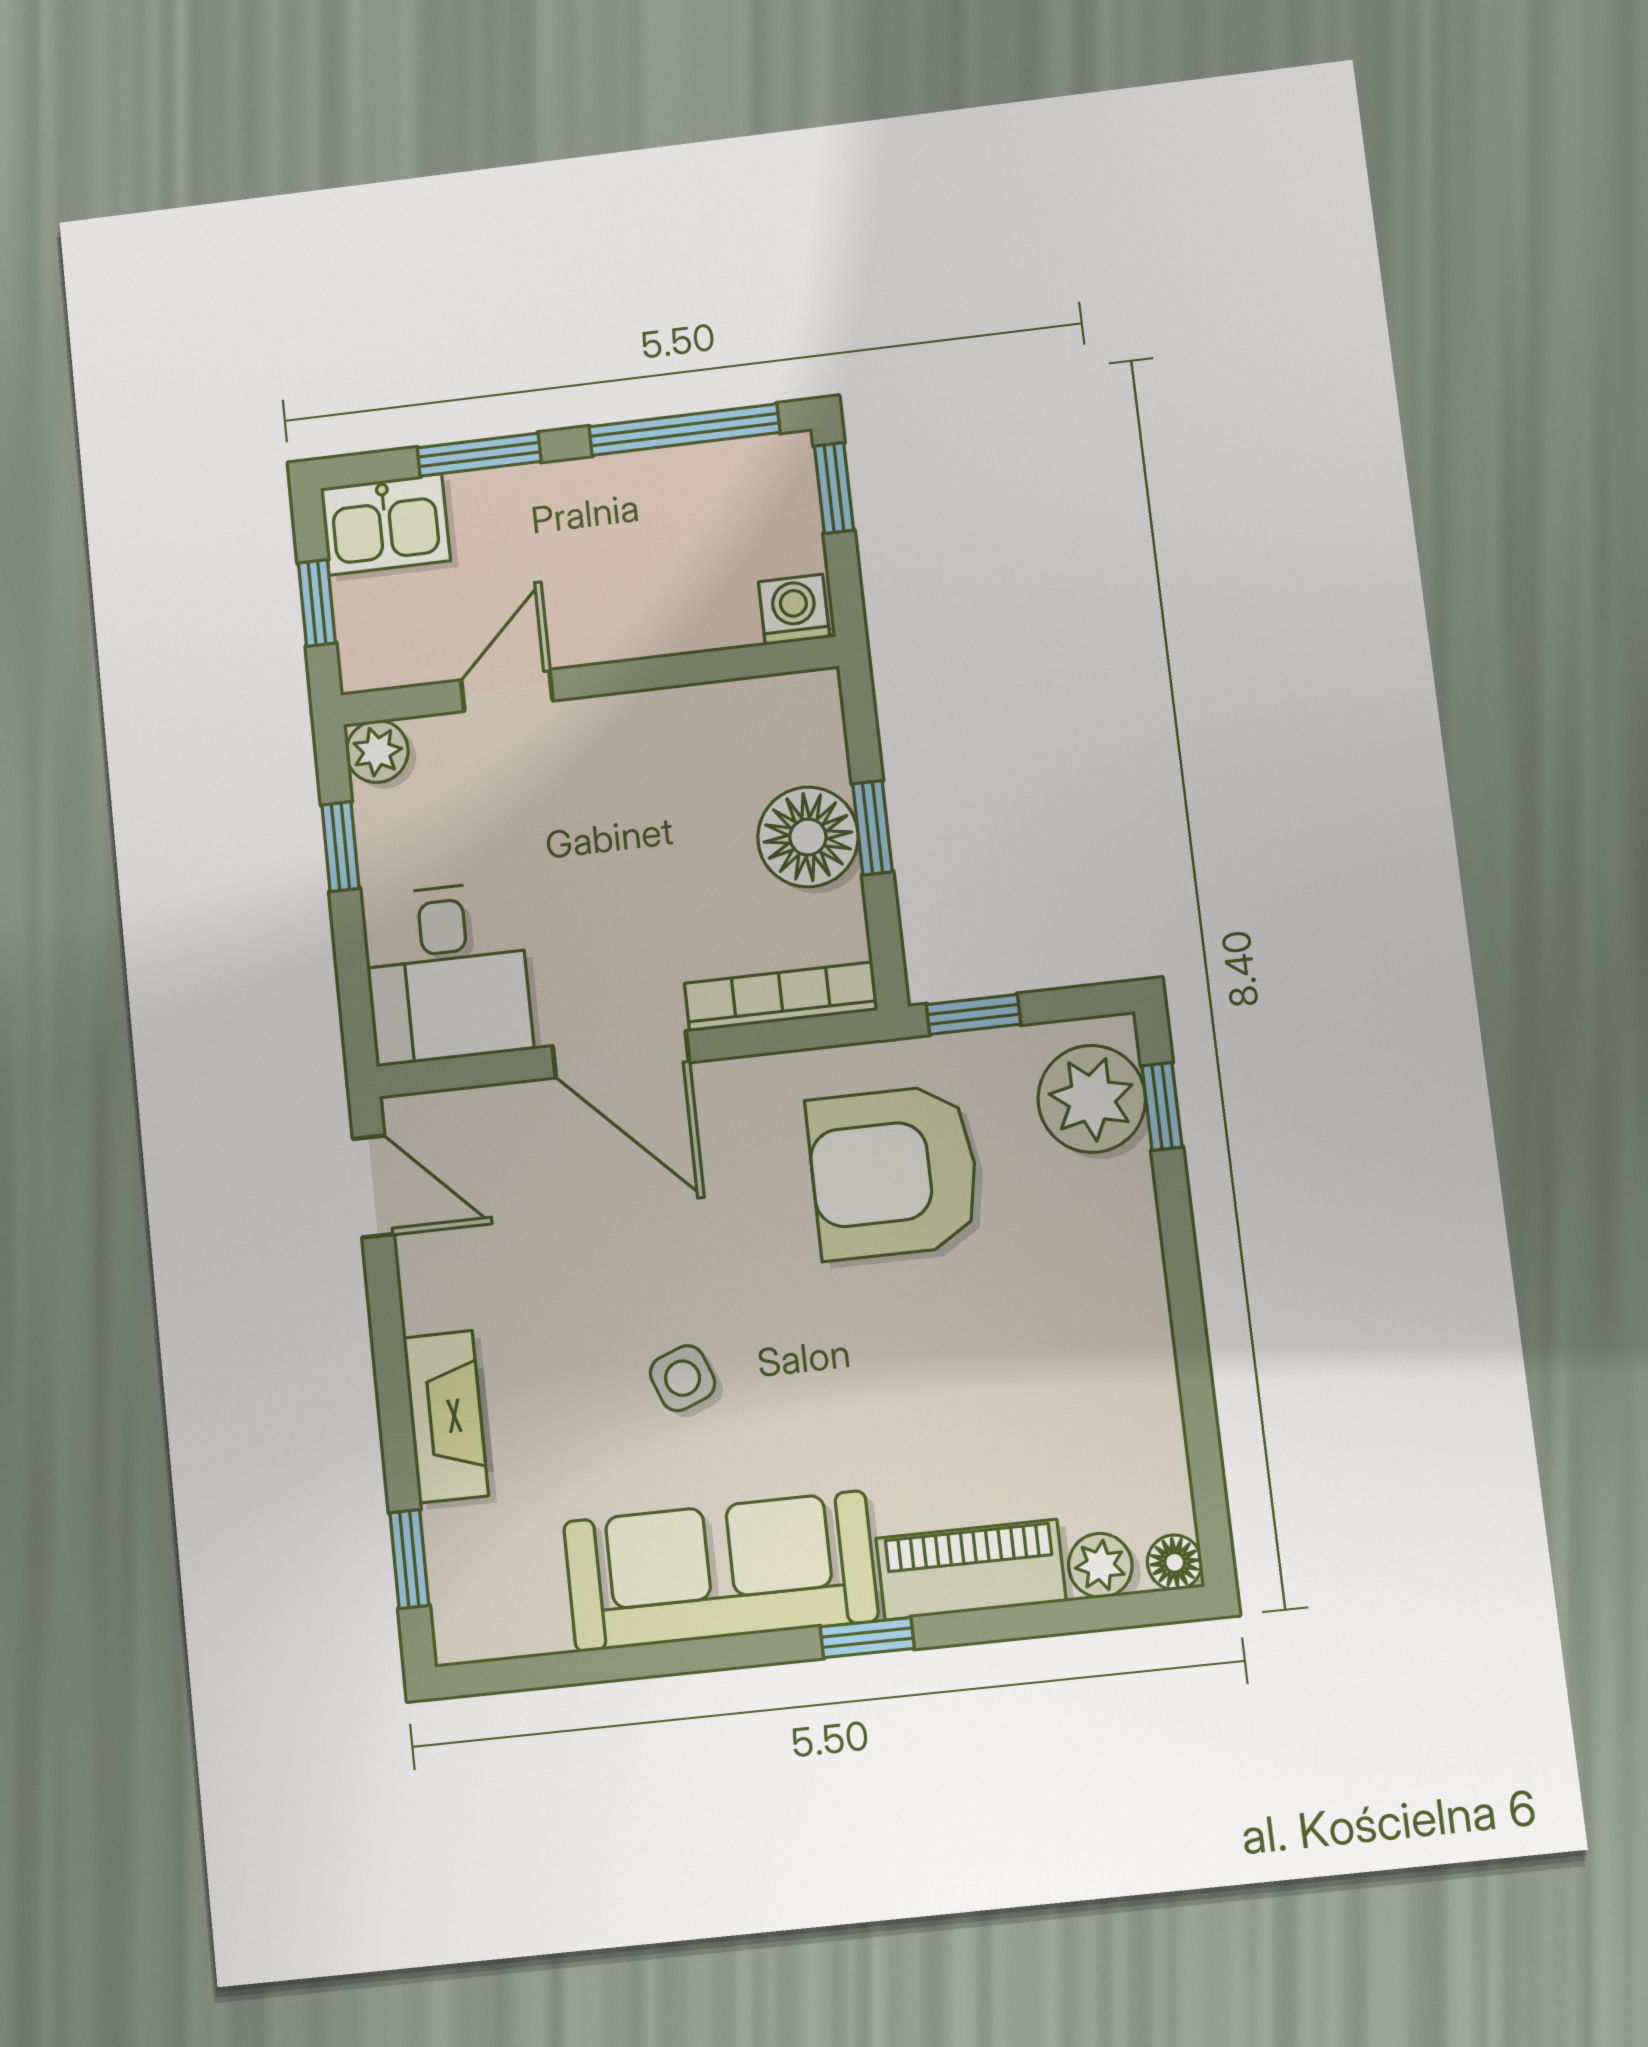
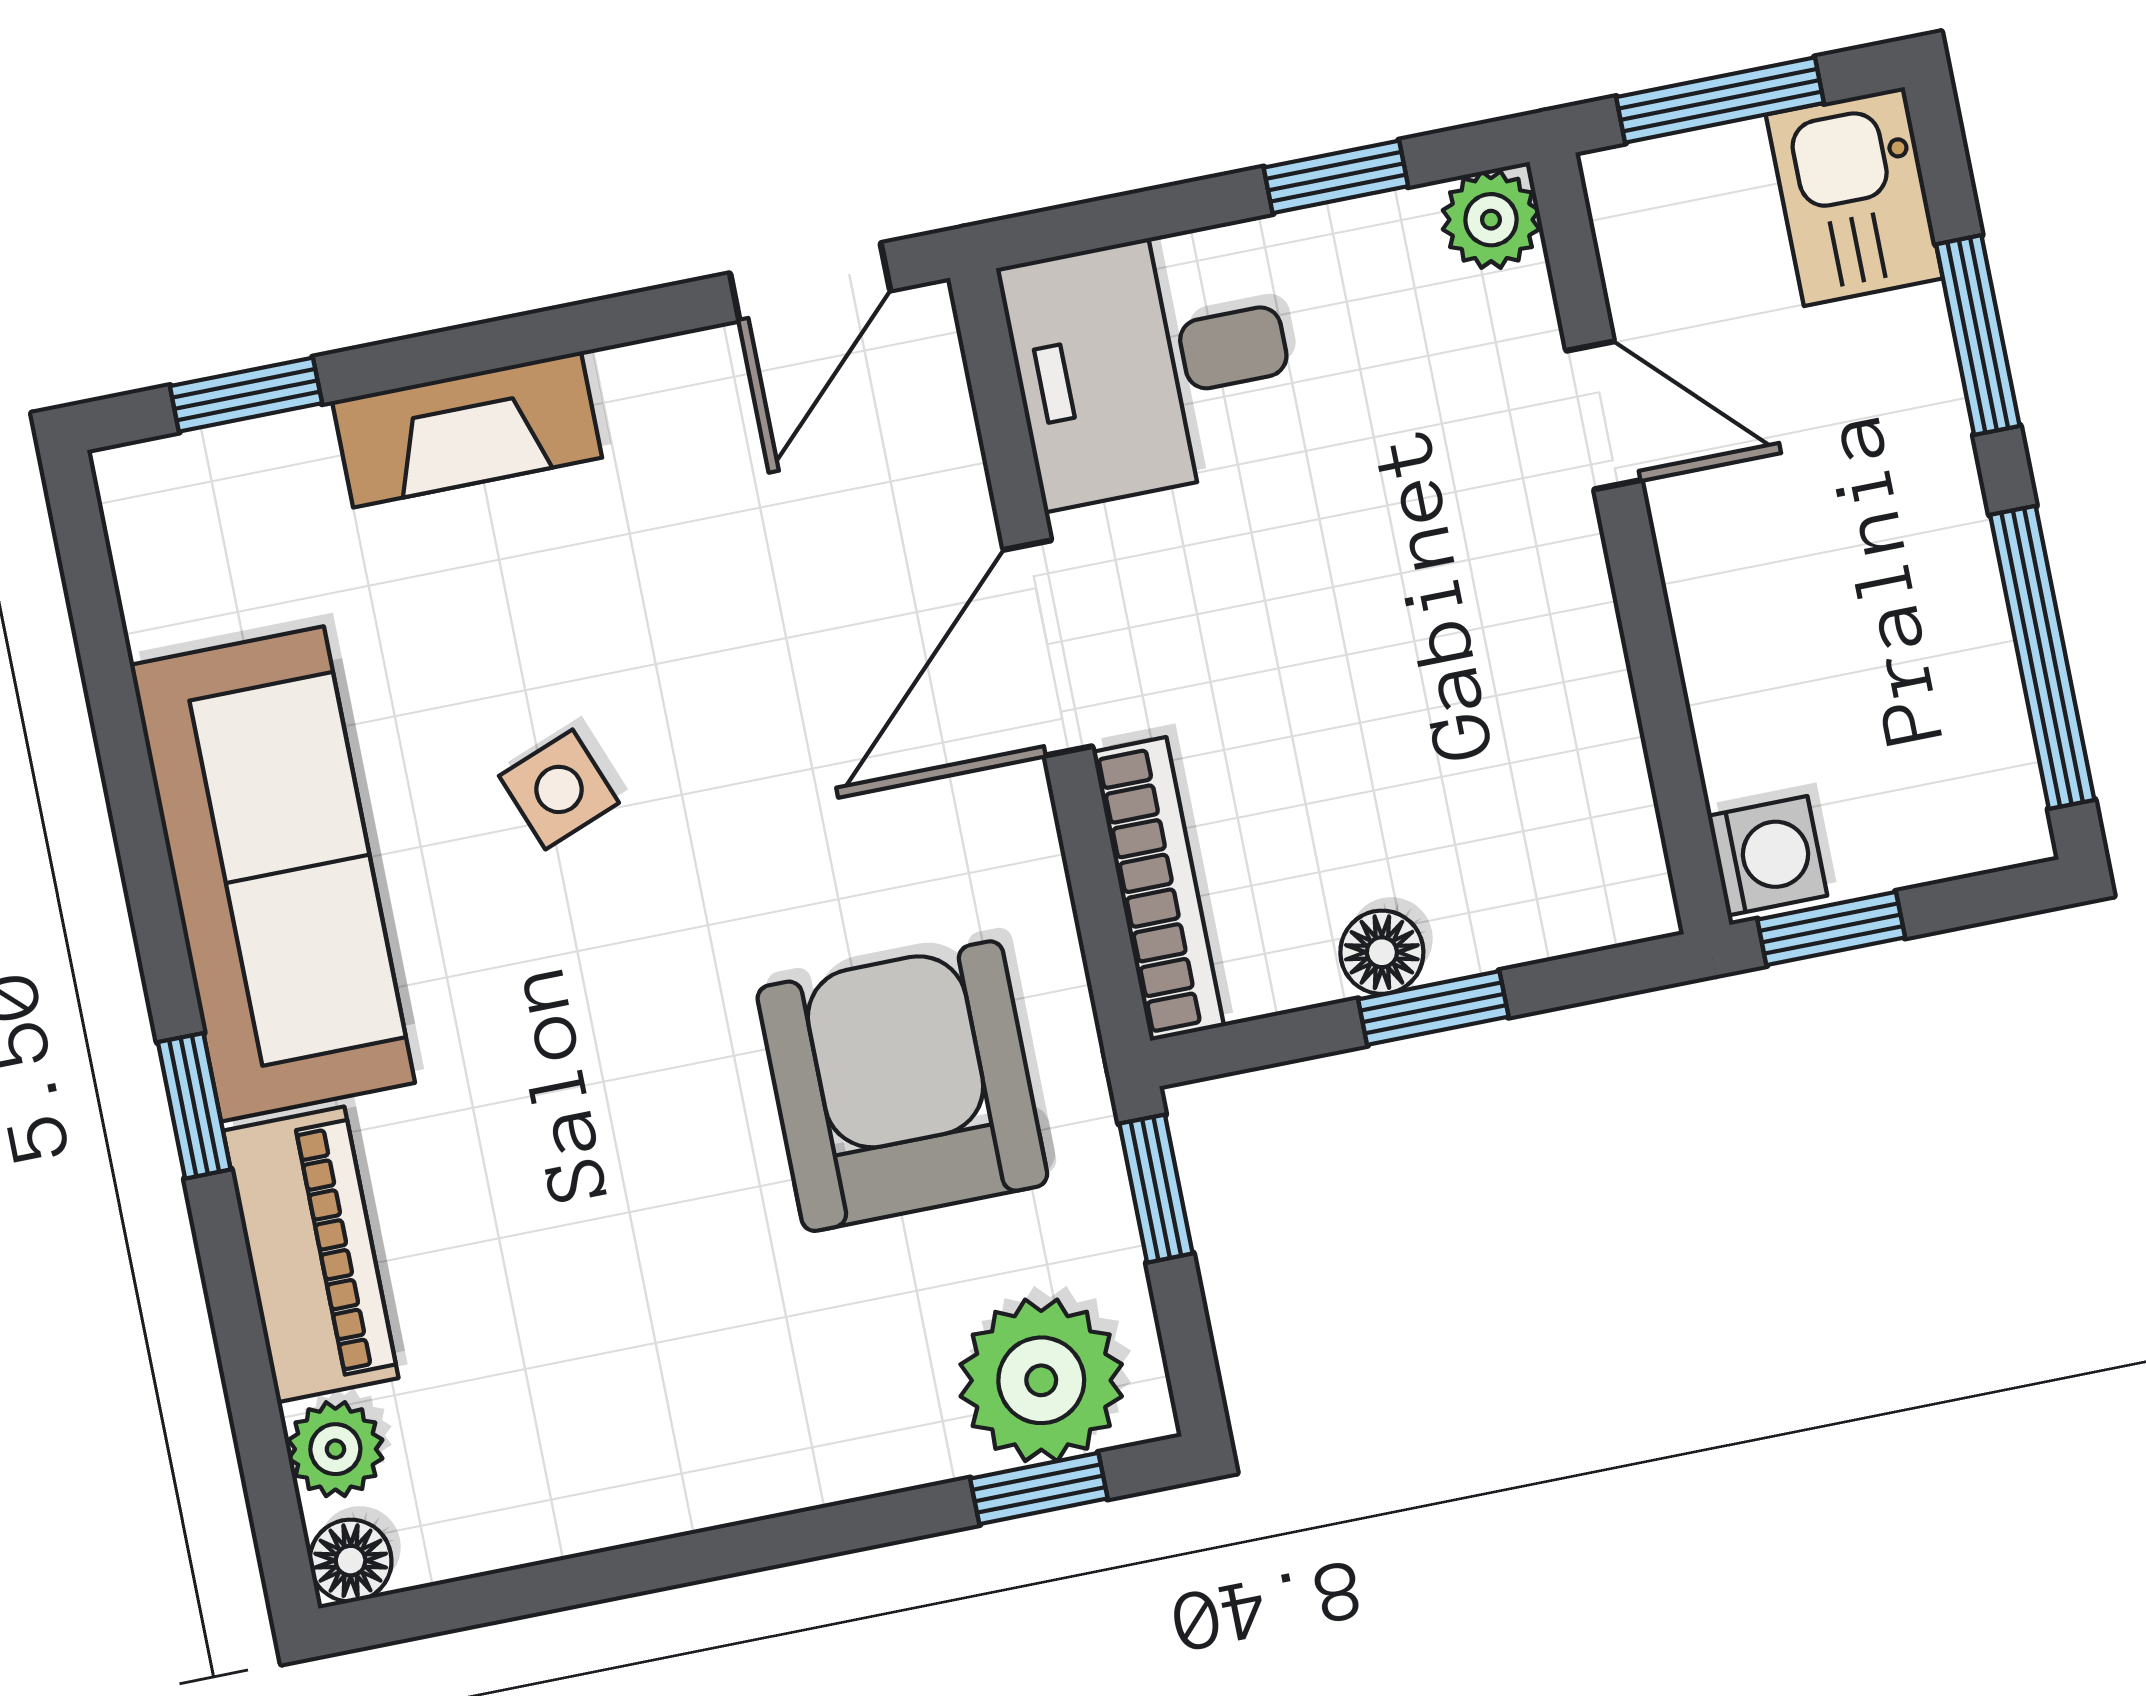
window: (834, 488) -> (1831, 928), moved
window: (317, 603) -> (1720, 100), width x1.50
floor lamp: (808, 837) -> (1382, 952), width x0.53, depth x0.53

